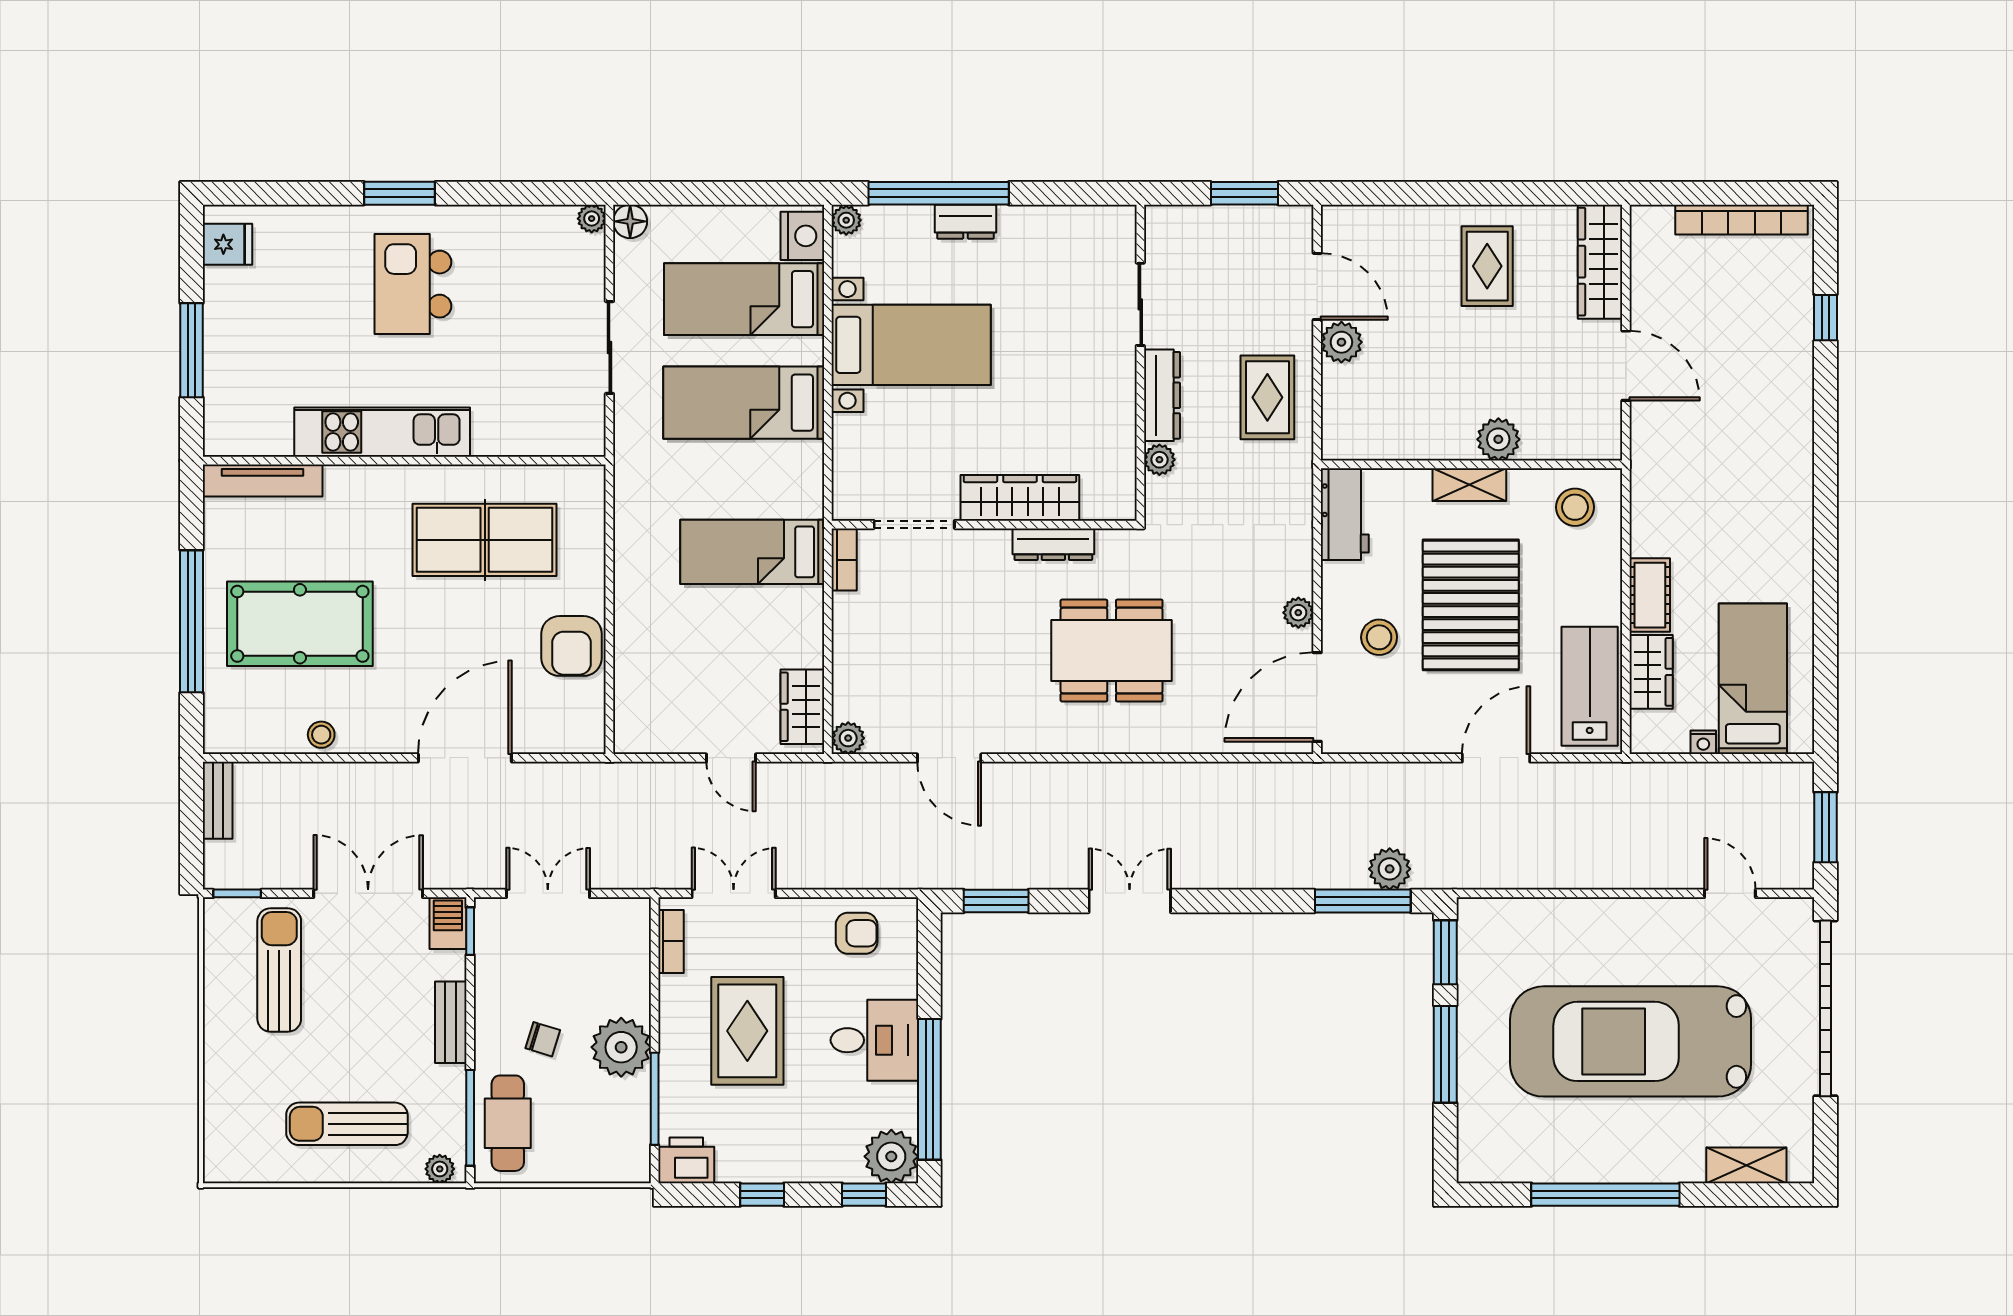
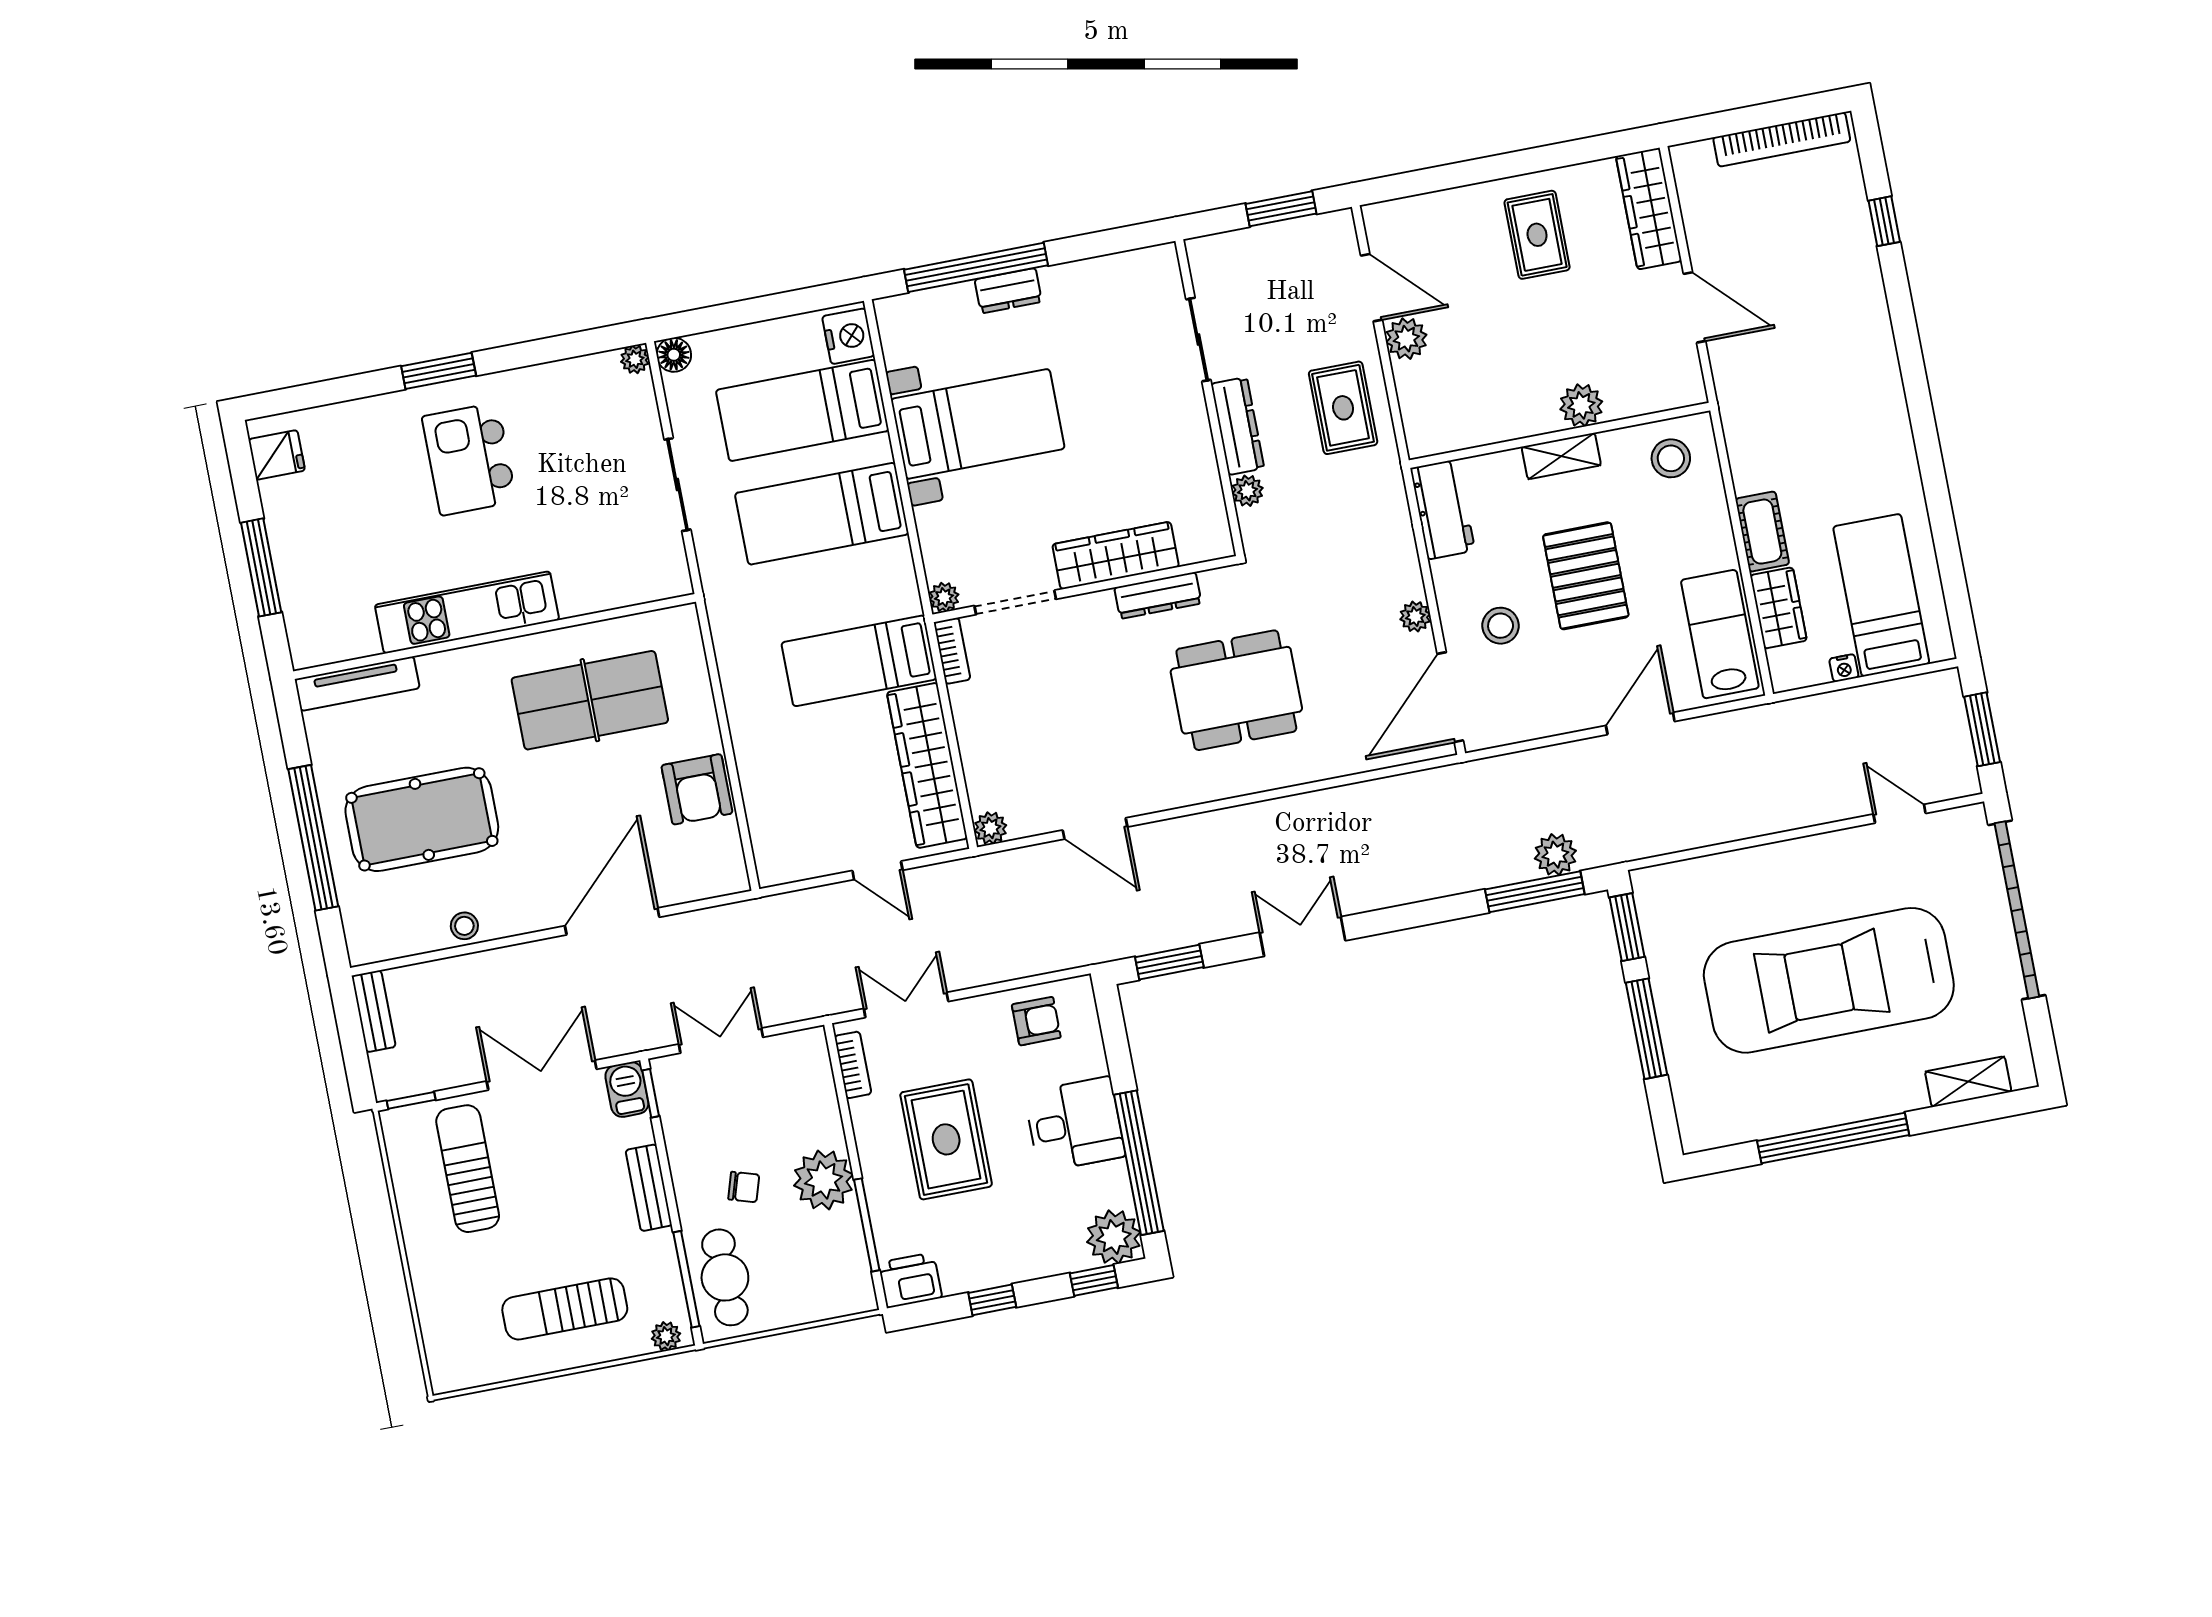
plant: (846, 220) -> (944, 597), moved
pallet: (1471, 605) -> (1586, 576), width x0.73, depth x0.71
wardrobe: (802, 707) -> (927, 765), width x2.10, depth x1.17

